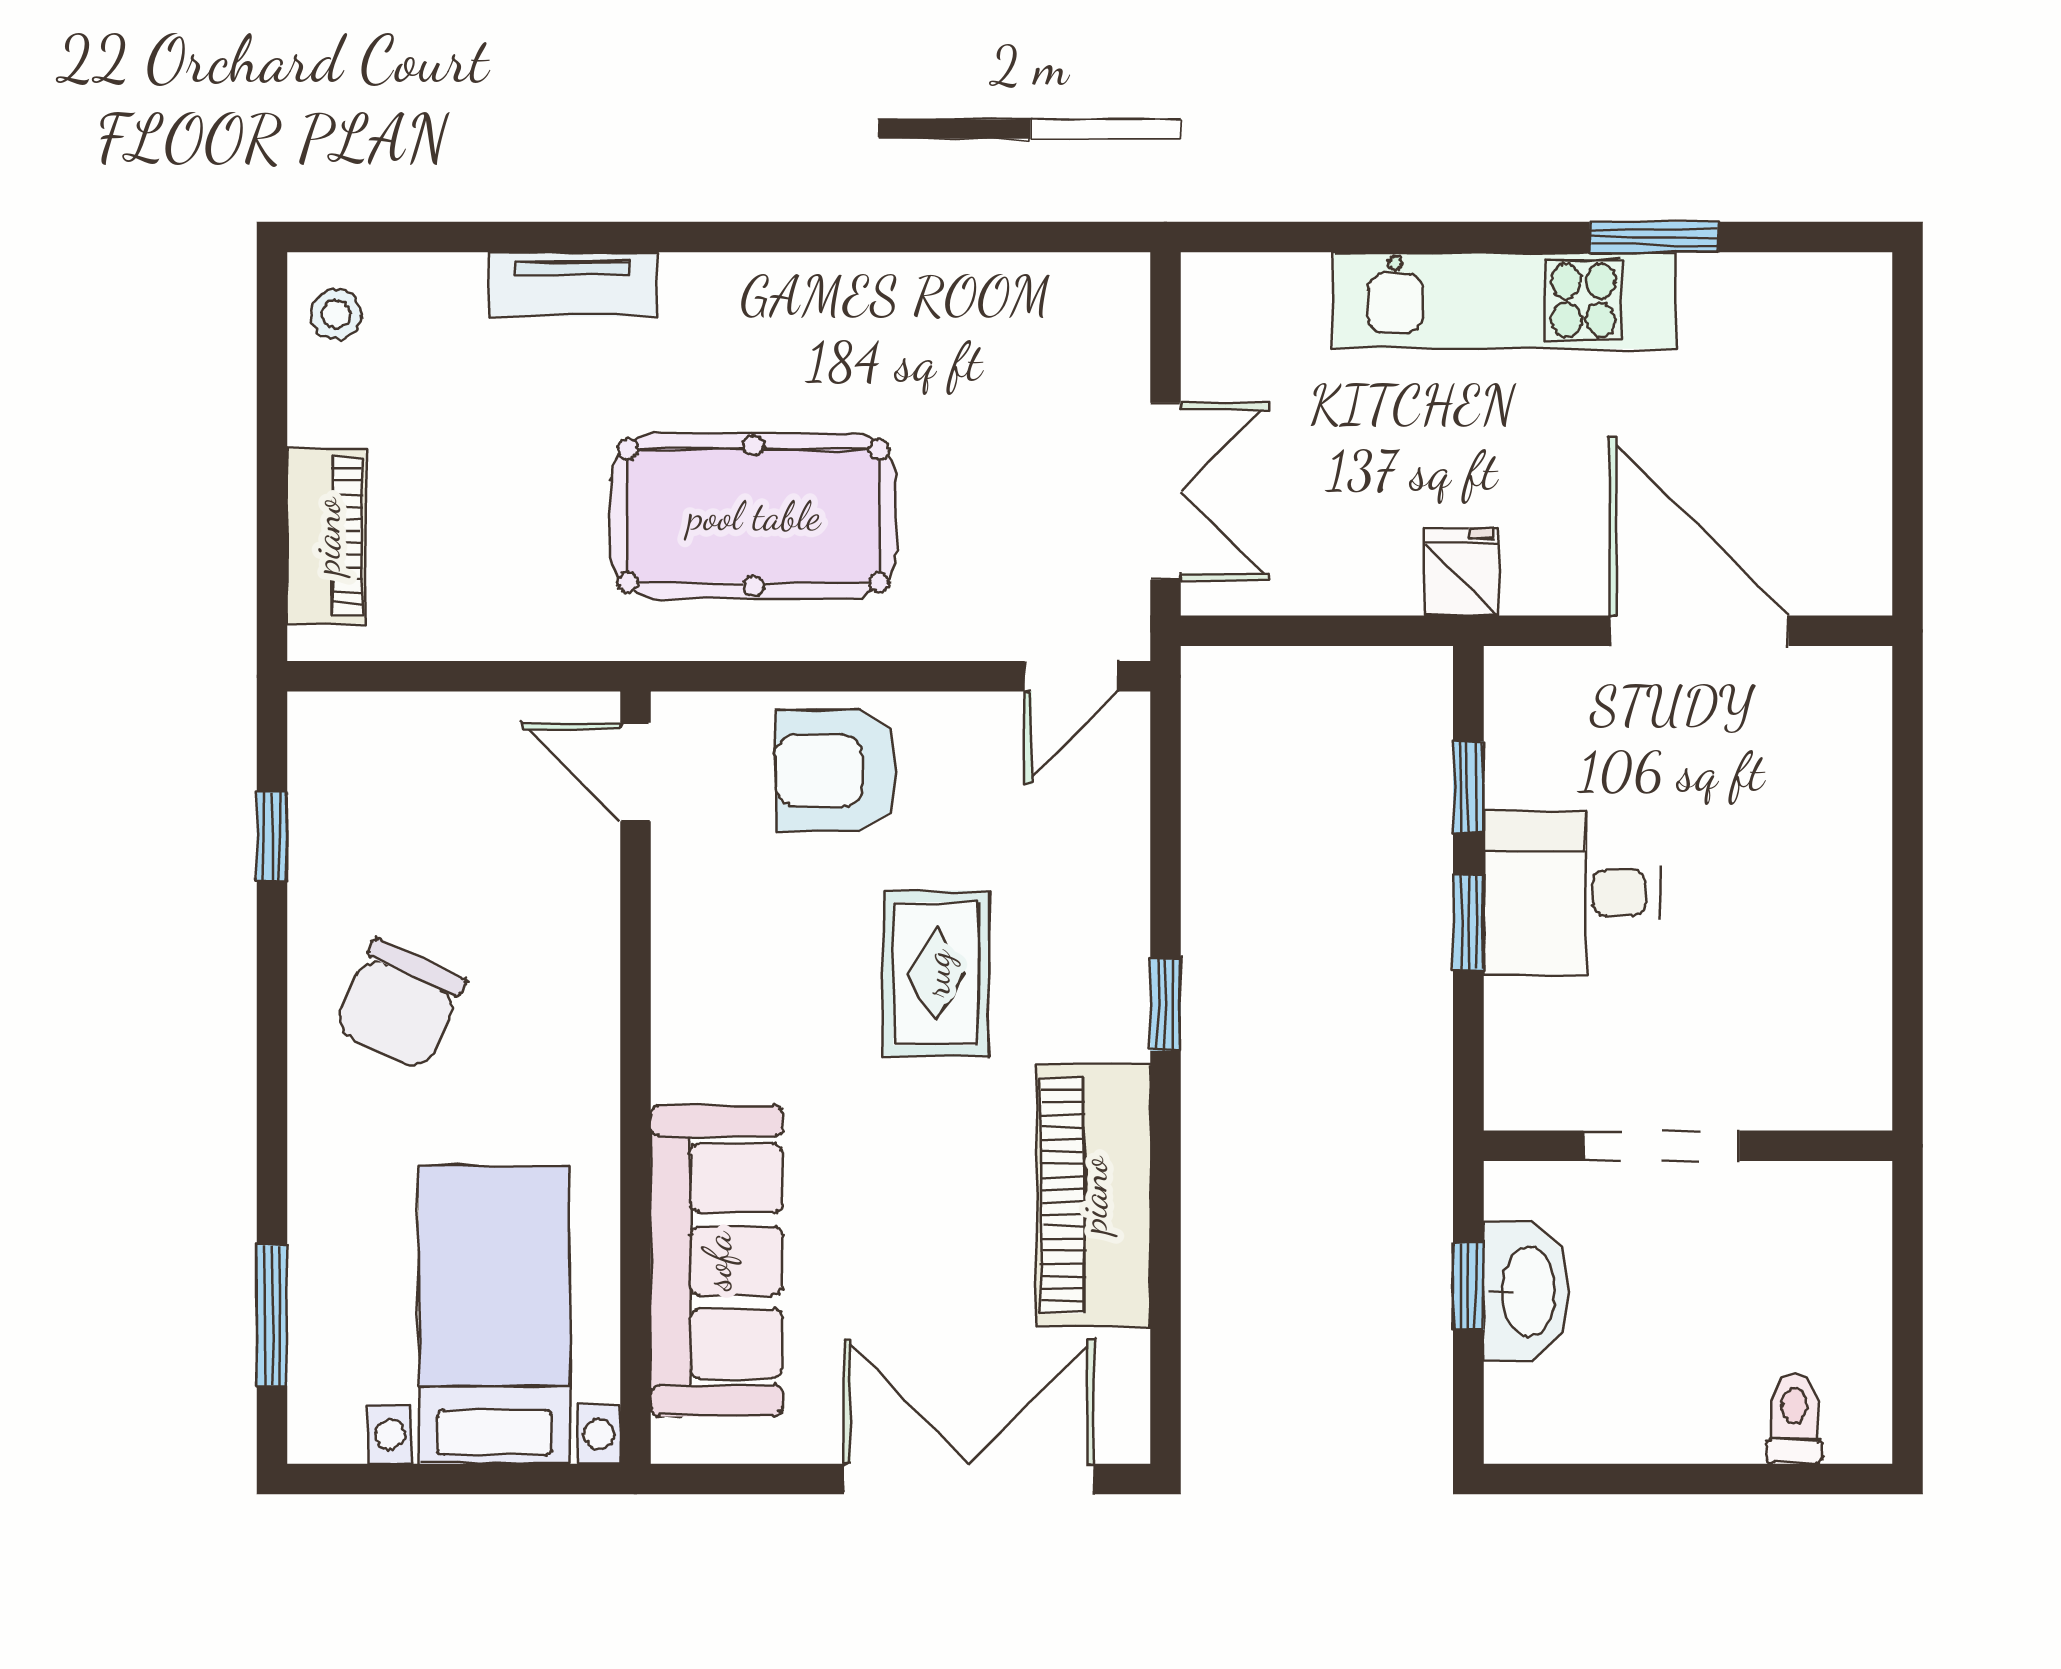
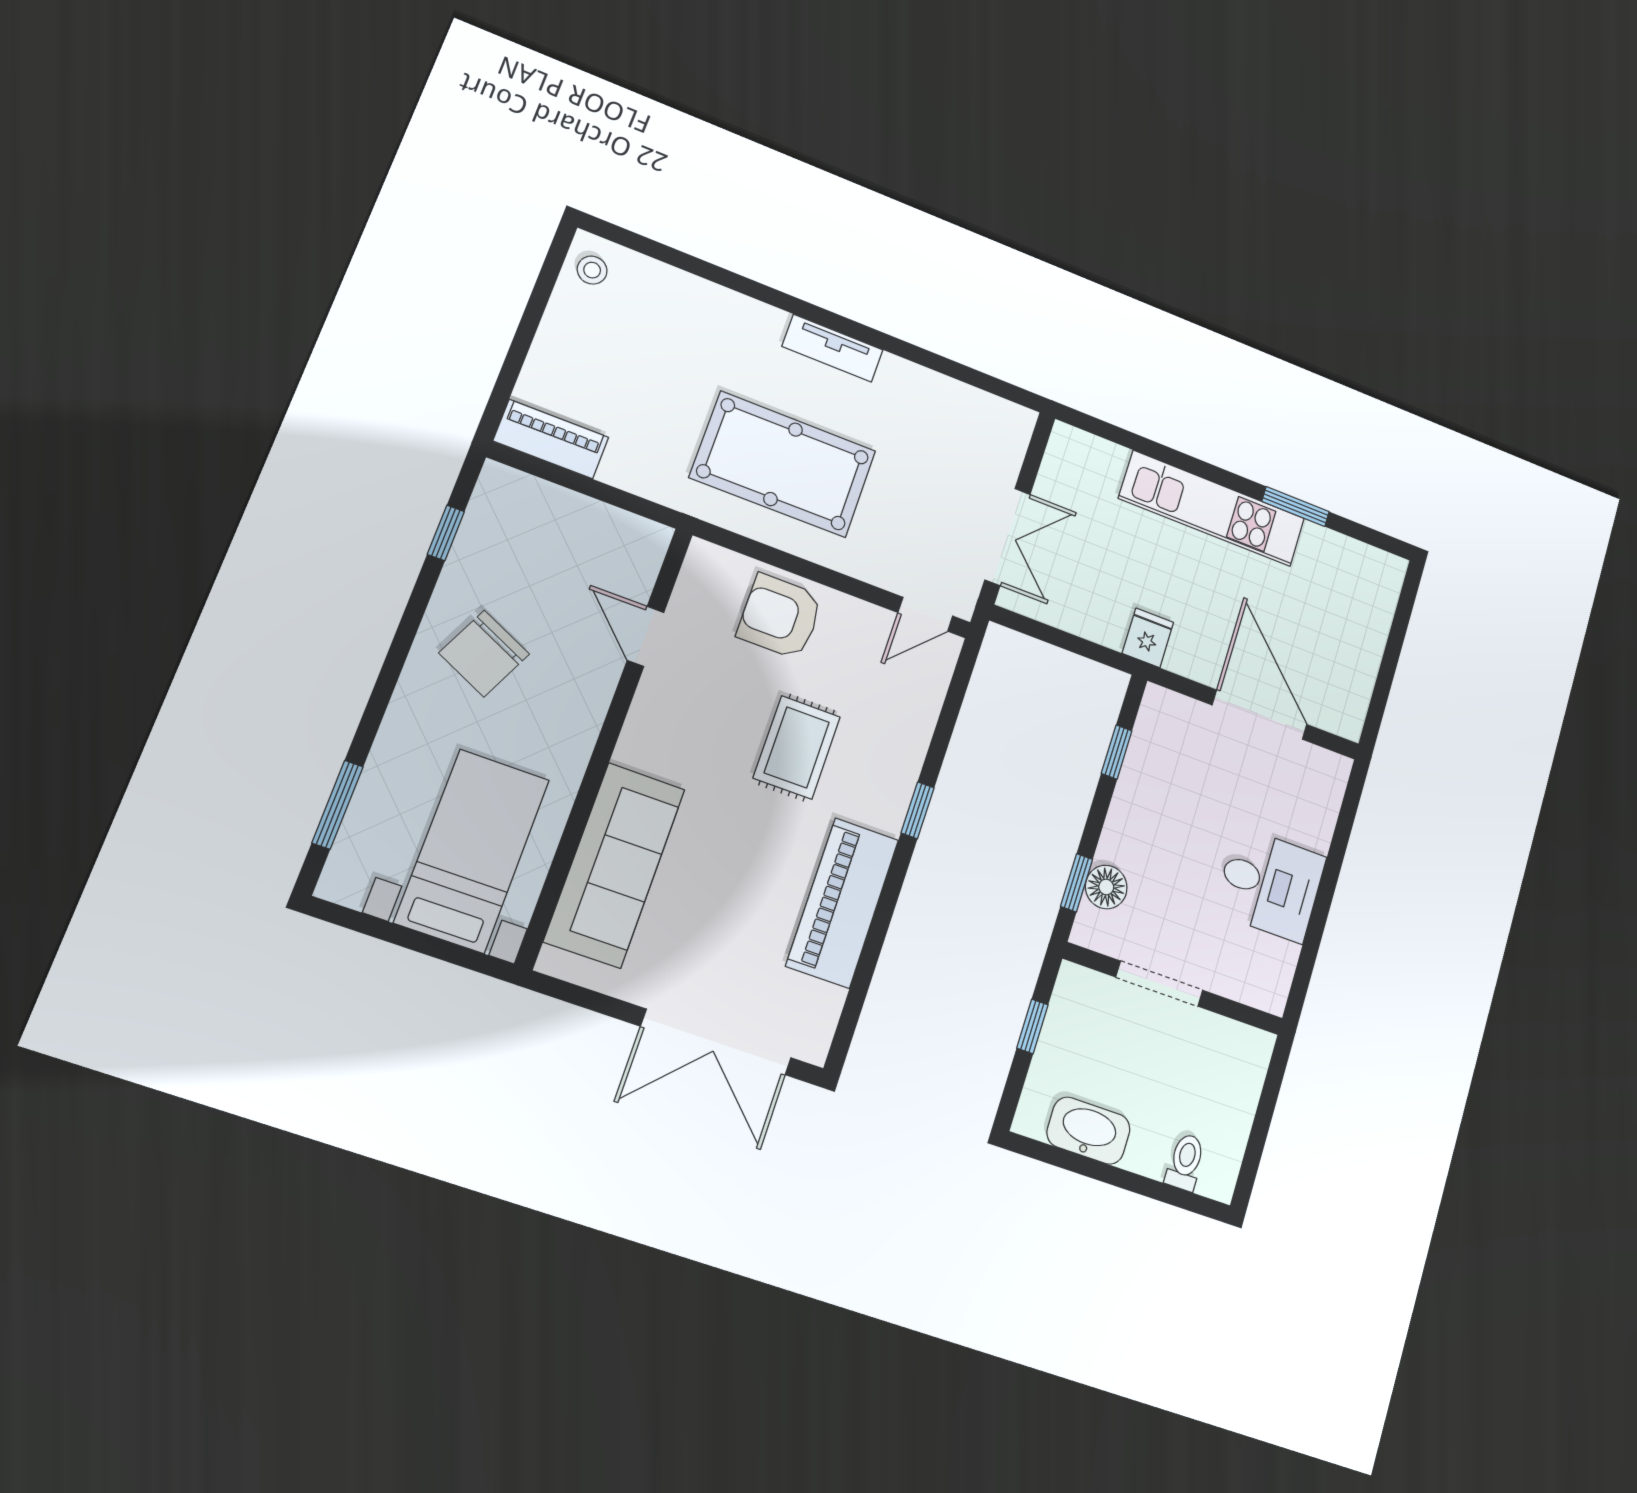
tv unit: (573, 284) -> (832, 348), moved
piano: (326, 536) -> (551, 439), moved, turned -90
door: (635, 772) -> (645, 636), moved
desk: (1572, 893) -> (1270, 884), moved, turned 180
window: (1468, 922) -> (1076, 883), moved
floor lamp: (1521, 1018) -> (1106, 887), added
washbasin: (1526, 1292) -> (1088, 1131), moved, turned -90
double door: (969, 1479) -> (716, 1042), swing flipped

